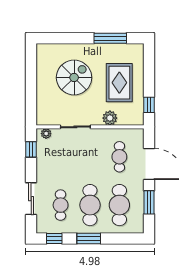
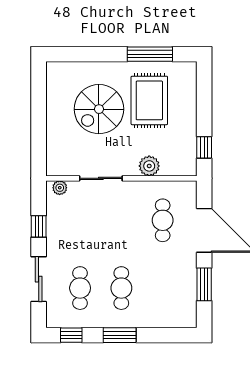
spiral stairs: (74, 78) -> (99, 109), turned 180
rug: (119, 83) -> (149, 100), moved
window: (31, 149) -> (39, 226), moved
cafe table: (90, 205) -> (121, 288), width x0.73, depth x0.74
cafe table: (119, 205) -> (163, 288), removed

